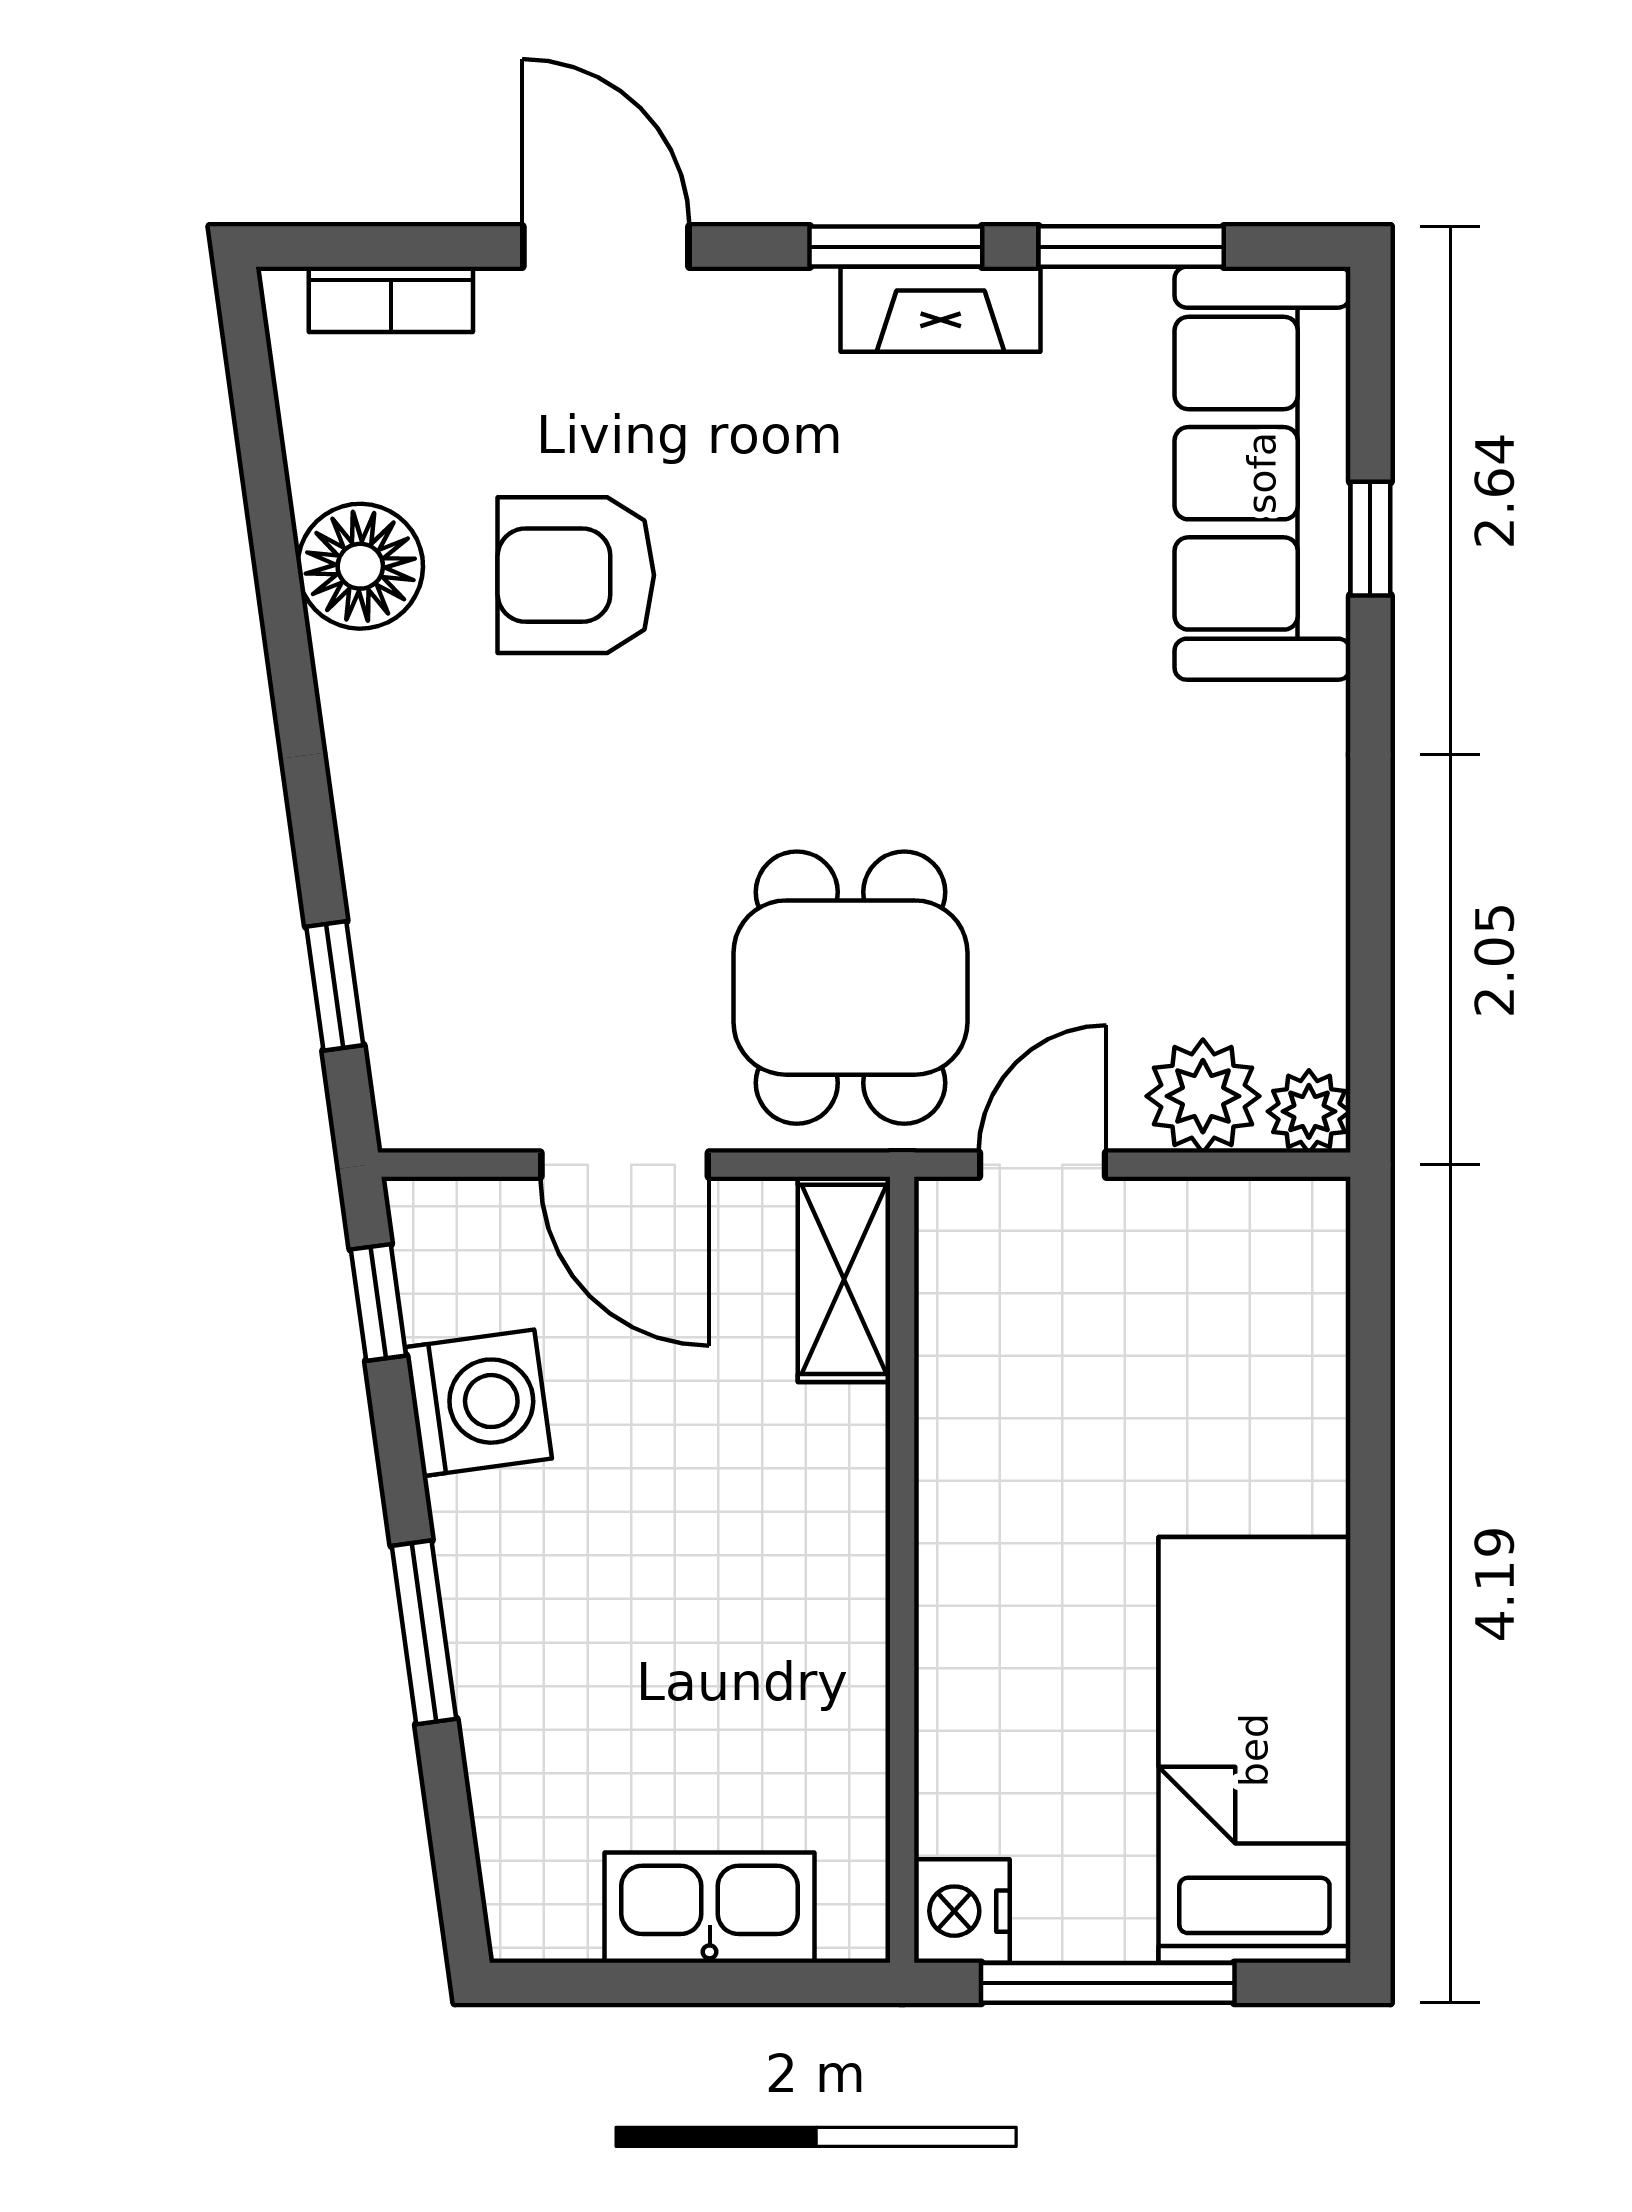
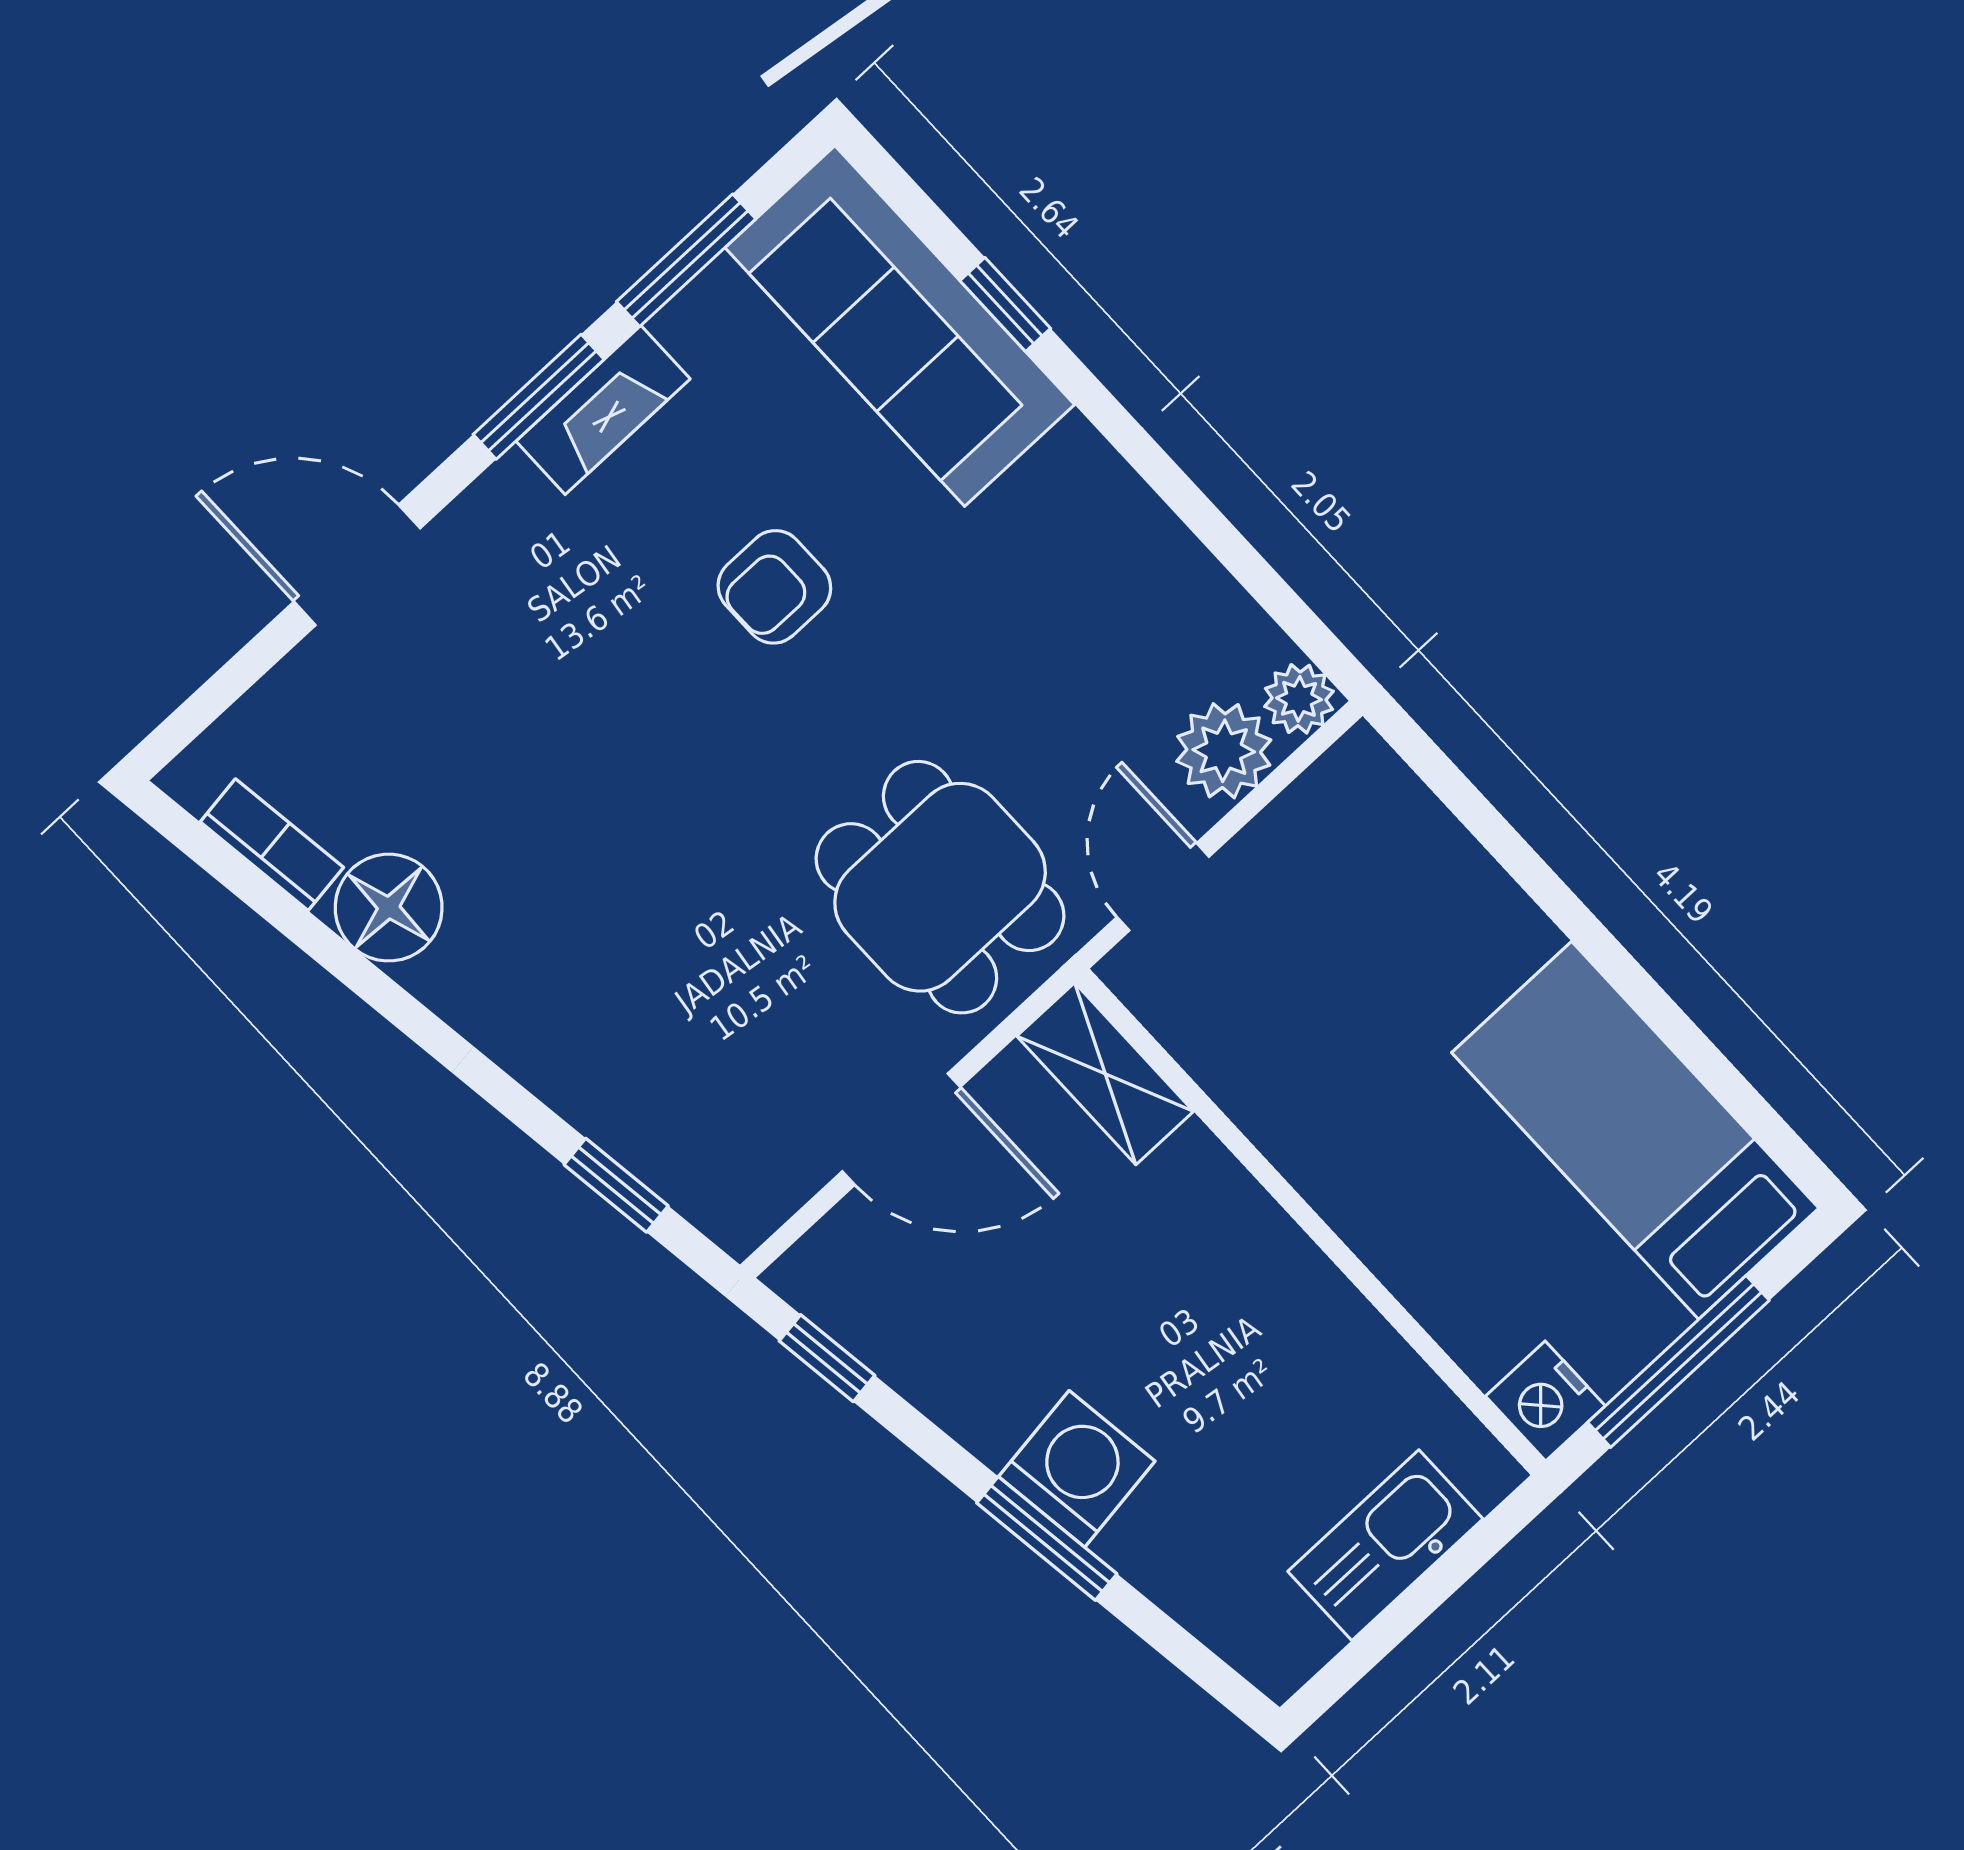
bookcase: (391, 299) -> (272, 845), moved, turned -98
armchair: (576, 575) -> (774, 587), moved, width x0.72, depth x0.72
washing machine: (478, 1403) -> (1077, 1469), moved

